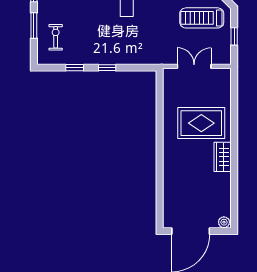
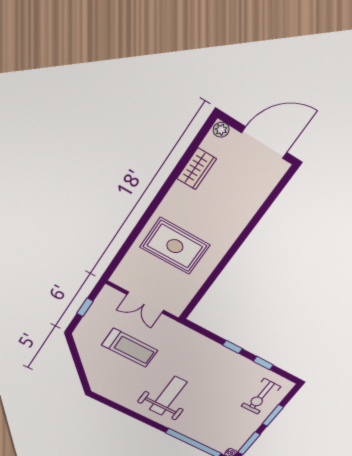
treadmill: (202, 18) -> (130, 348), moved
exercise bike: (56, 37) -> (261, 396), width x1.38, depth x1.39
wardrobe: (223, 157) -> (197, 169), moved

